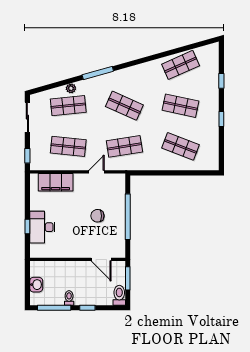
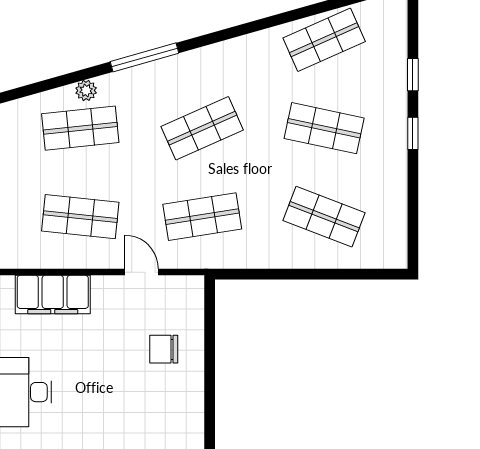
shop shelf: (124, 106) -> (202, 128), turned -48
window: (221, 119) -> (413, 133), moved
door: (96, 172) -> (142, 272), hinge flipped
chair: (97, 216) -> (164, 349), moved
window: (128, 217) -> (210, 369), removed

